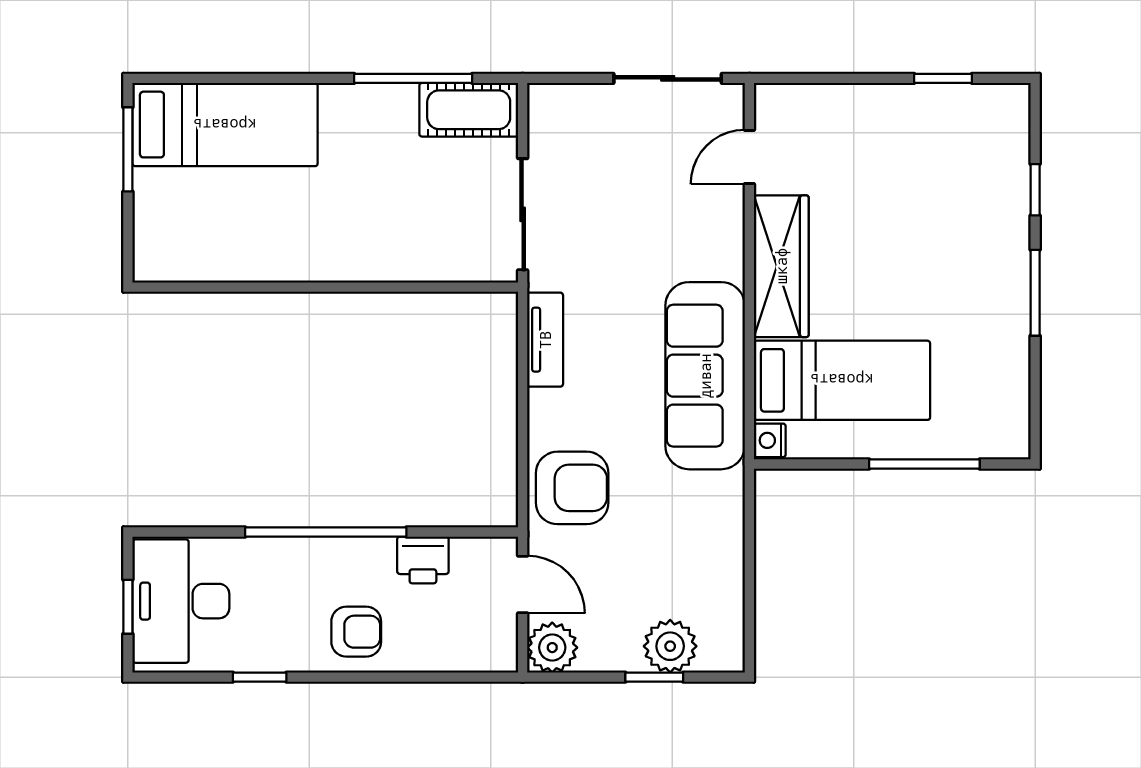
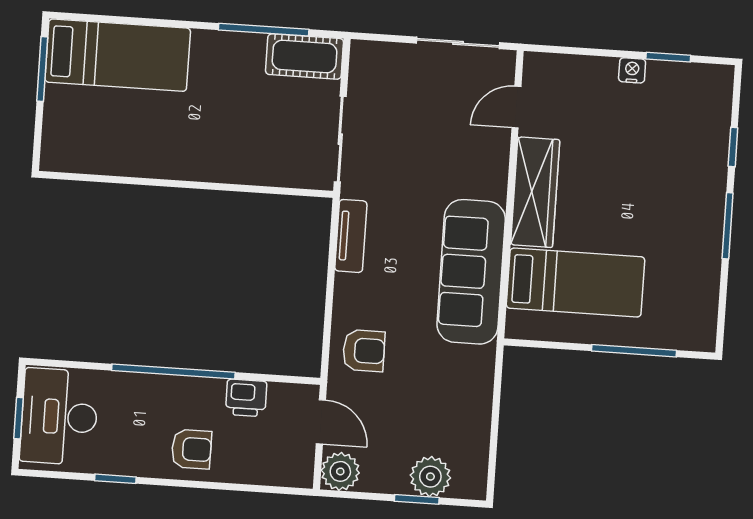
nightstand: (770, 440) -> (632, 70), moved, turned 90
armchair: (572, 488) -> (364, 351), width x0.72, depth x0.72

